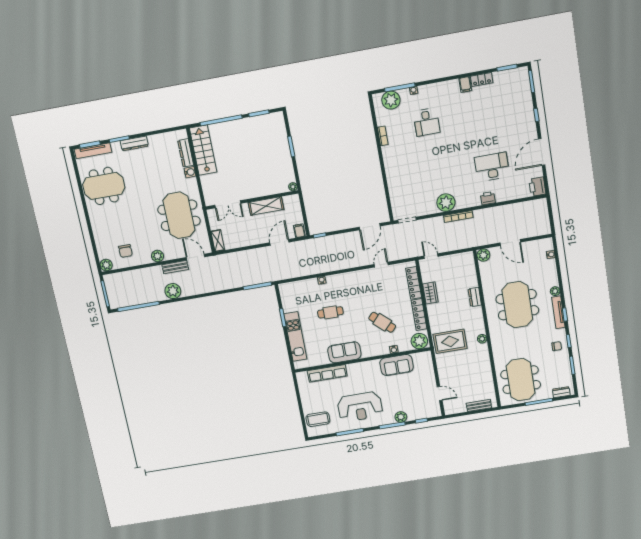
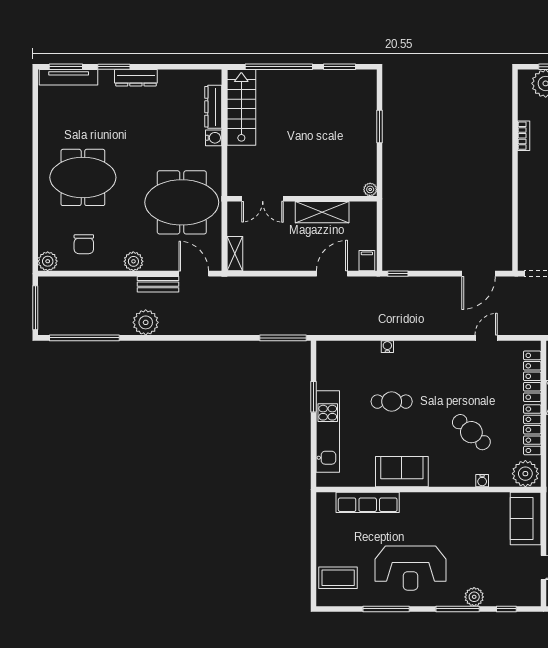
meeting table: (104, 186) -> (83, 177), moved
meeting table: (179, 215) -> (182, 202), turned 90
sofa: (397, 365) -> (526, 519), moved, turned 90

